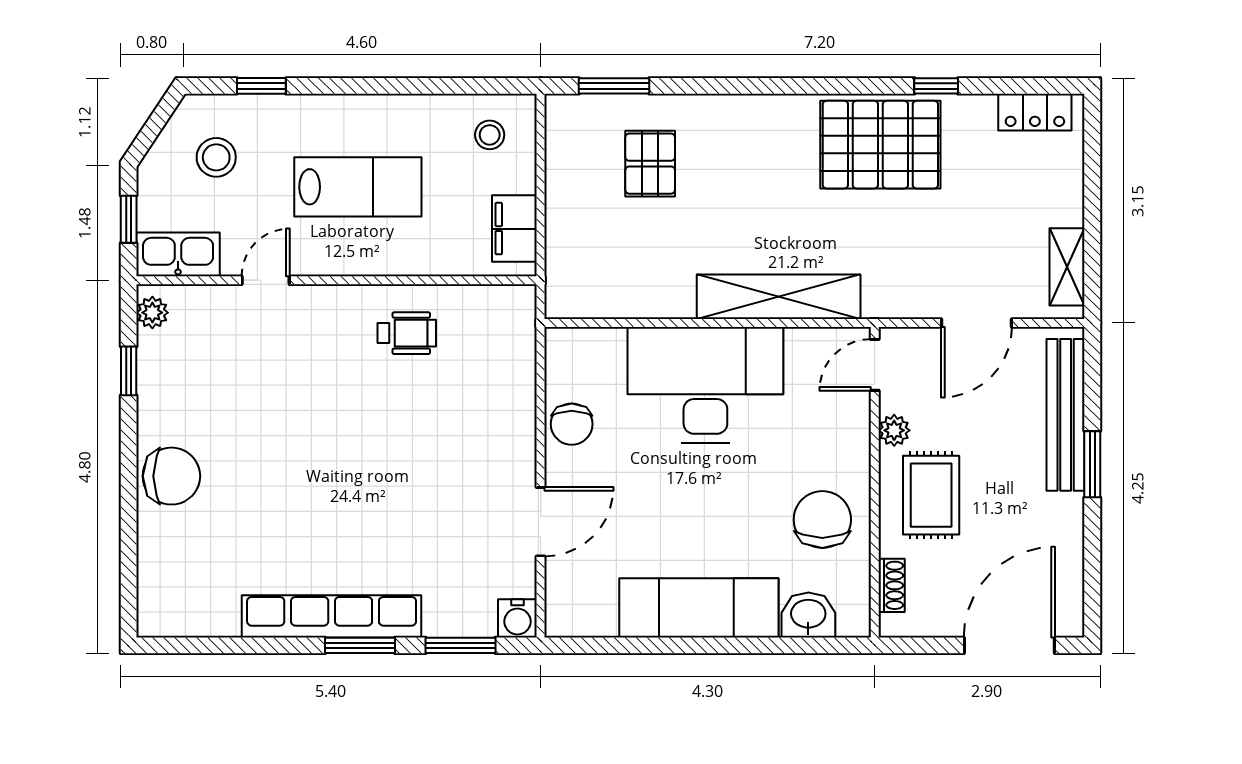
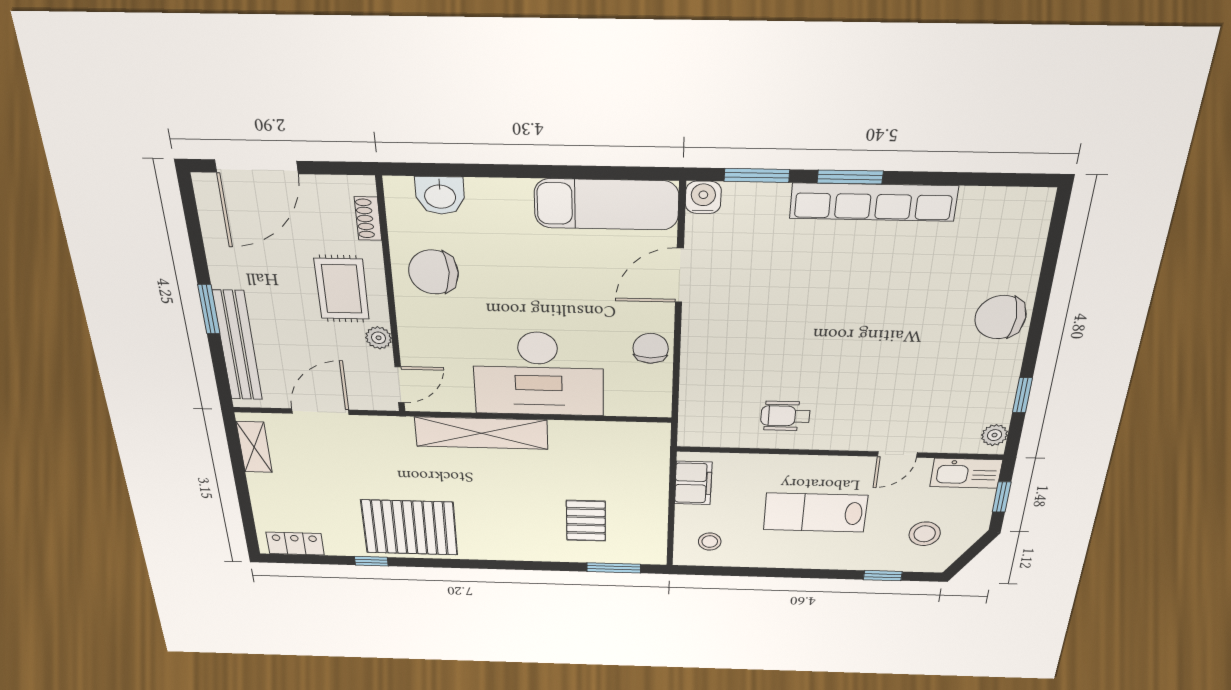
chair: (822, 520) -> (433, 272), turned 90
exam couch: (699, 608) -> (606, 204), moved

